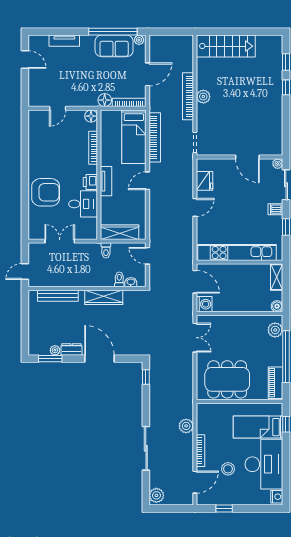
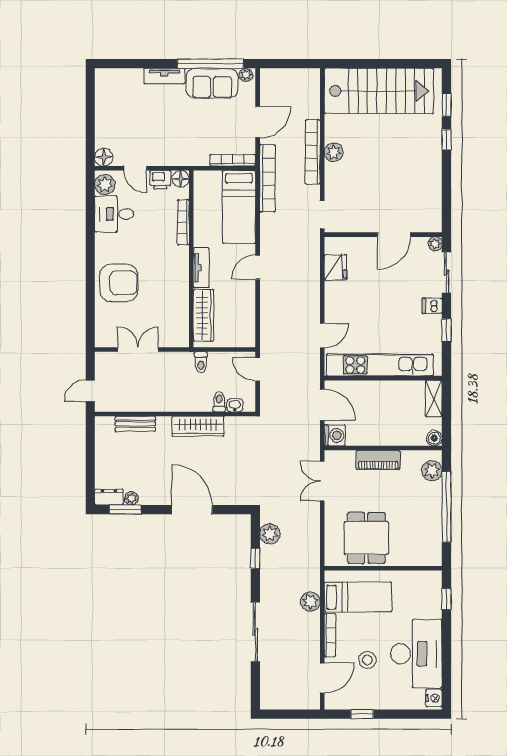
tv unit: (64, 41) -> (164, 76), moved
stairs: (226, 46) -> (379, 91), width x1.36, depth x1.51
door: (25, 60) -> (90, 102), removed
floor lamp: (105, 100) -> (104, 157), moved
door: (58, 108) -> (135, 168), hinge flipped
plant: (36, 120) -> (105, 184), added
bookcase: (155, 137) -> (267, 178), moved
door: (247, 157) -> (394, 235), hinge flipped
printer: (90, 182) -> (160, 180), moved, turned -90
desk: (83, 204) -> (114, 214), moved, turned 180
door: (195, 207) -> (322, 335), moved
wardrobe: (120, 232) -> (203, 315), moved, turned 90
bench: (58, 296) -> (135, 424), width x0.73
double door: (195, 338) -> (322, 481), swing flipped
dresser: (71, 349) -> (109, 497), moved
window: (146, 377) -> (255, 558), moved
dining table: (227, 379) -> (366, 538), width x0.73
piano: (276, 383) -> (378, 460), moved, turned -90
bed: (258, 427) -> (358, 597), moved, turned 180
plant: (156, 495) -> (270, 534), moved

